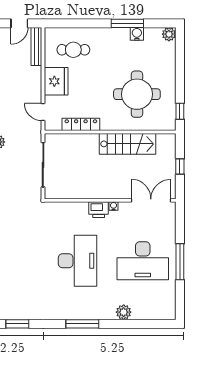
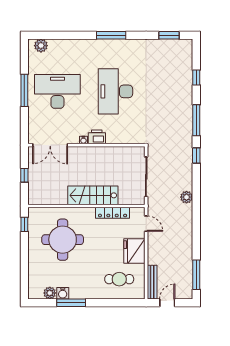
plant: (169, 34) -> (50, 293), moved
stairs: (127, 144) -> (93, 195), moved
plant: (124, 312) -> (41, 46), moved

